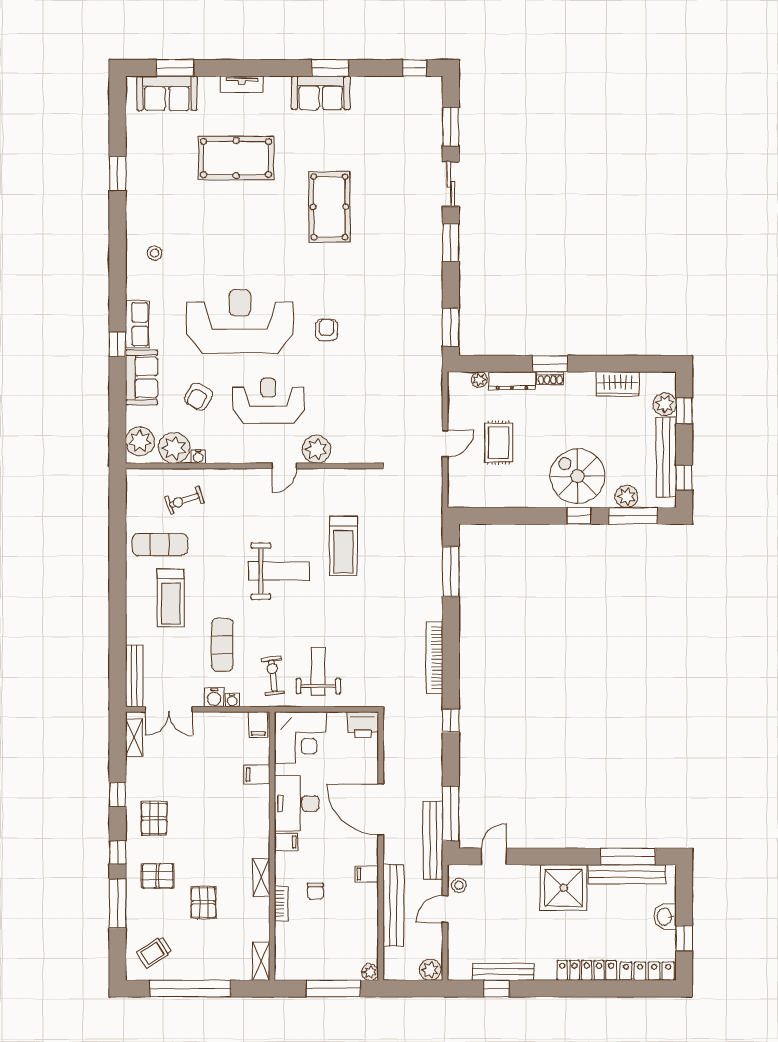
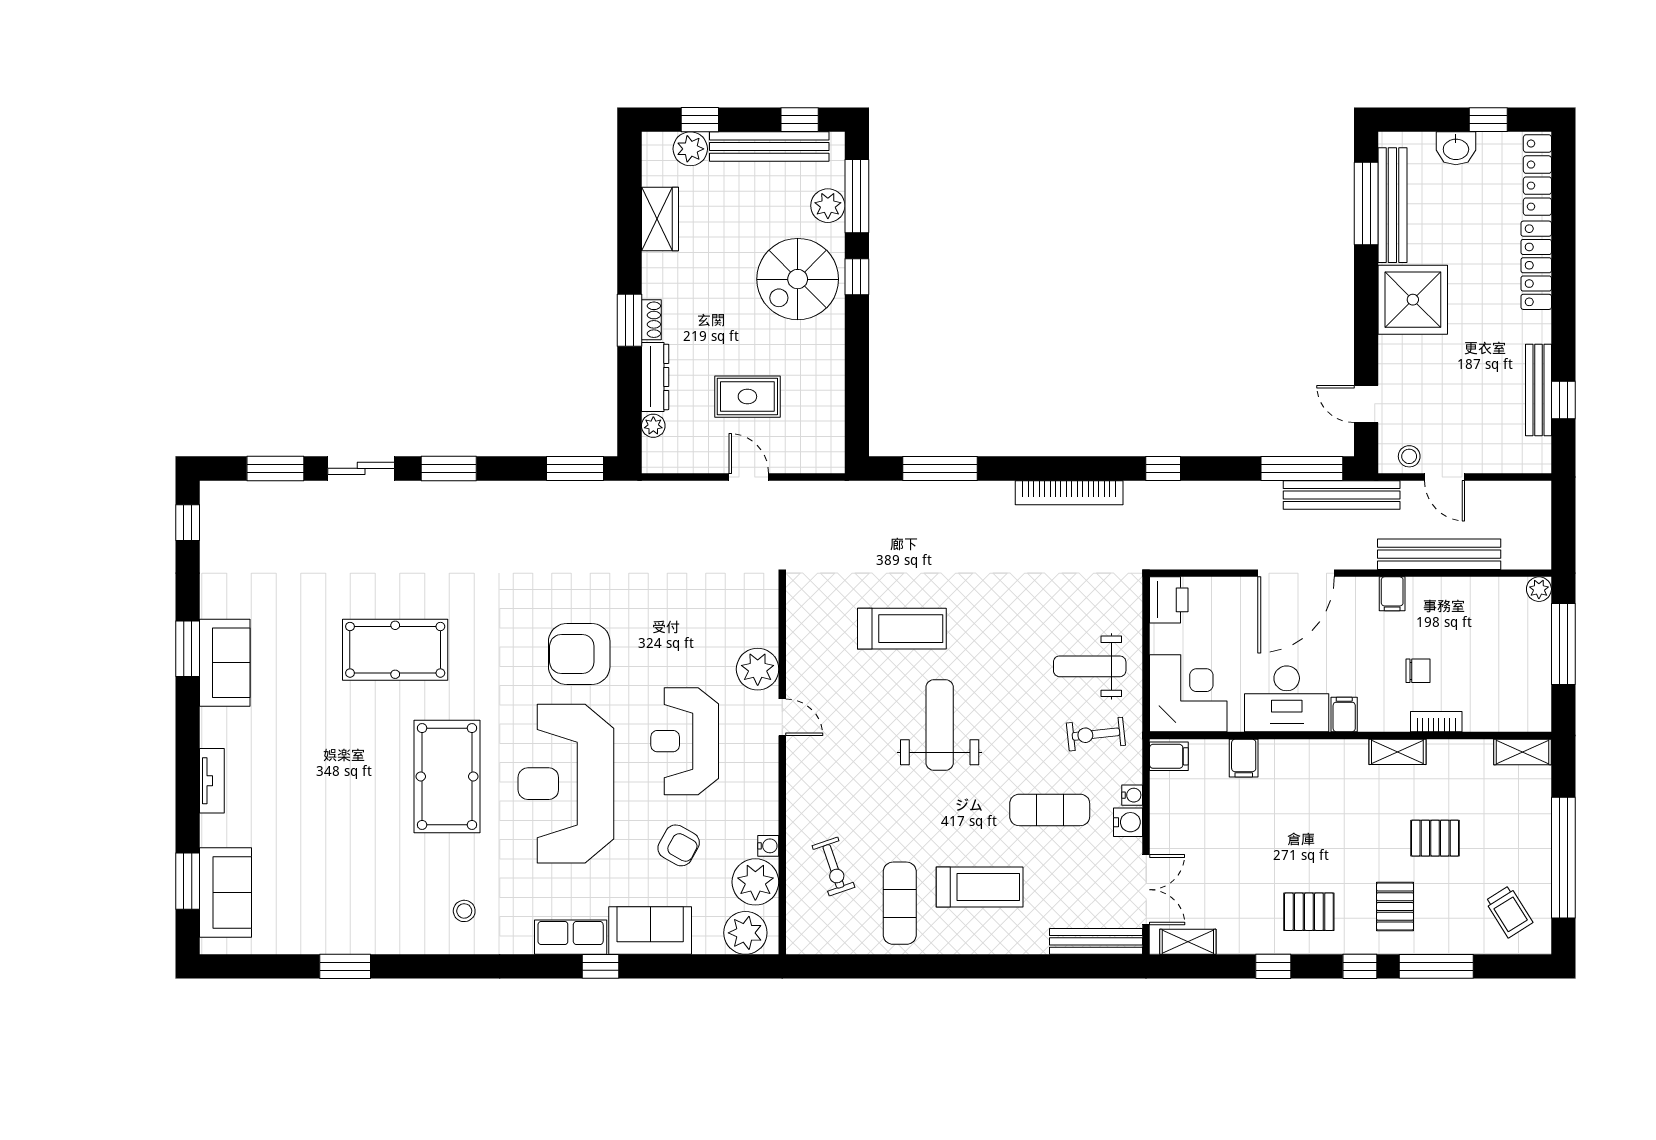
pool table: (236, 158) -> (447, 776), moved
armchair: (327, 330) -> (579, 654), width x1.88, depth x1.88
plant: (430, 970) -> (1535, 499), removed

